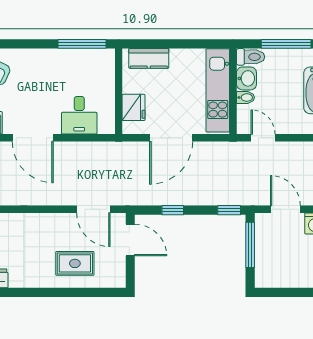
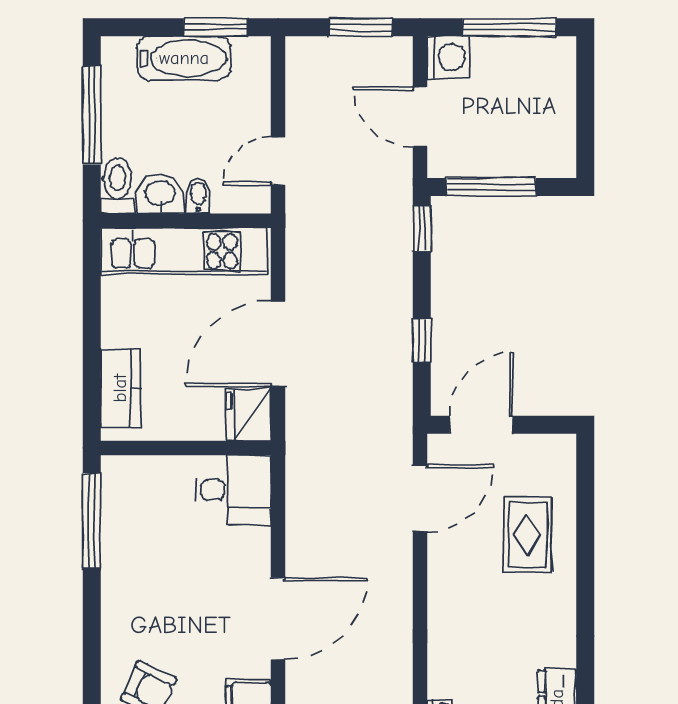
fridge: (134, 107) -> (248, 415), moved, turned -90
desk: (79, 115) -> (233, 490), moved
door: (171, 138) -> (278, 344), swing flipped
door: (285, 209) -> (420, 117), hinge flipped

